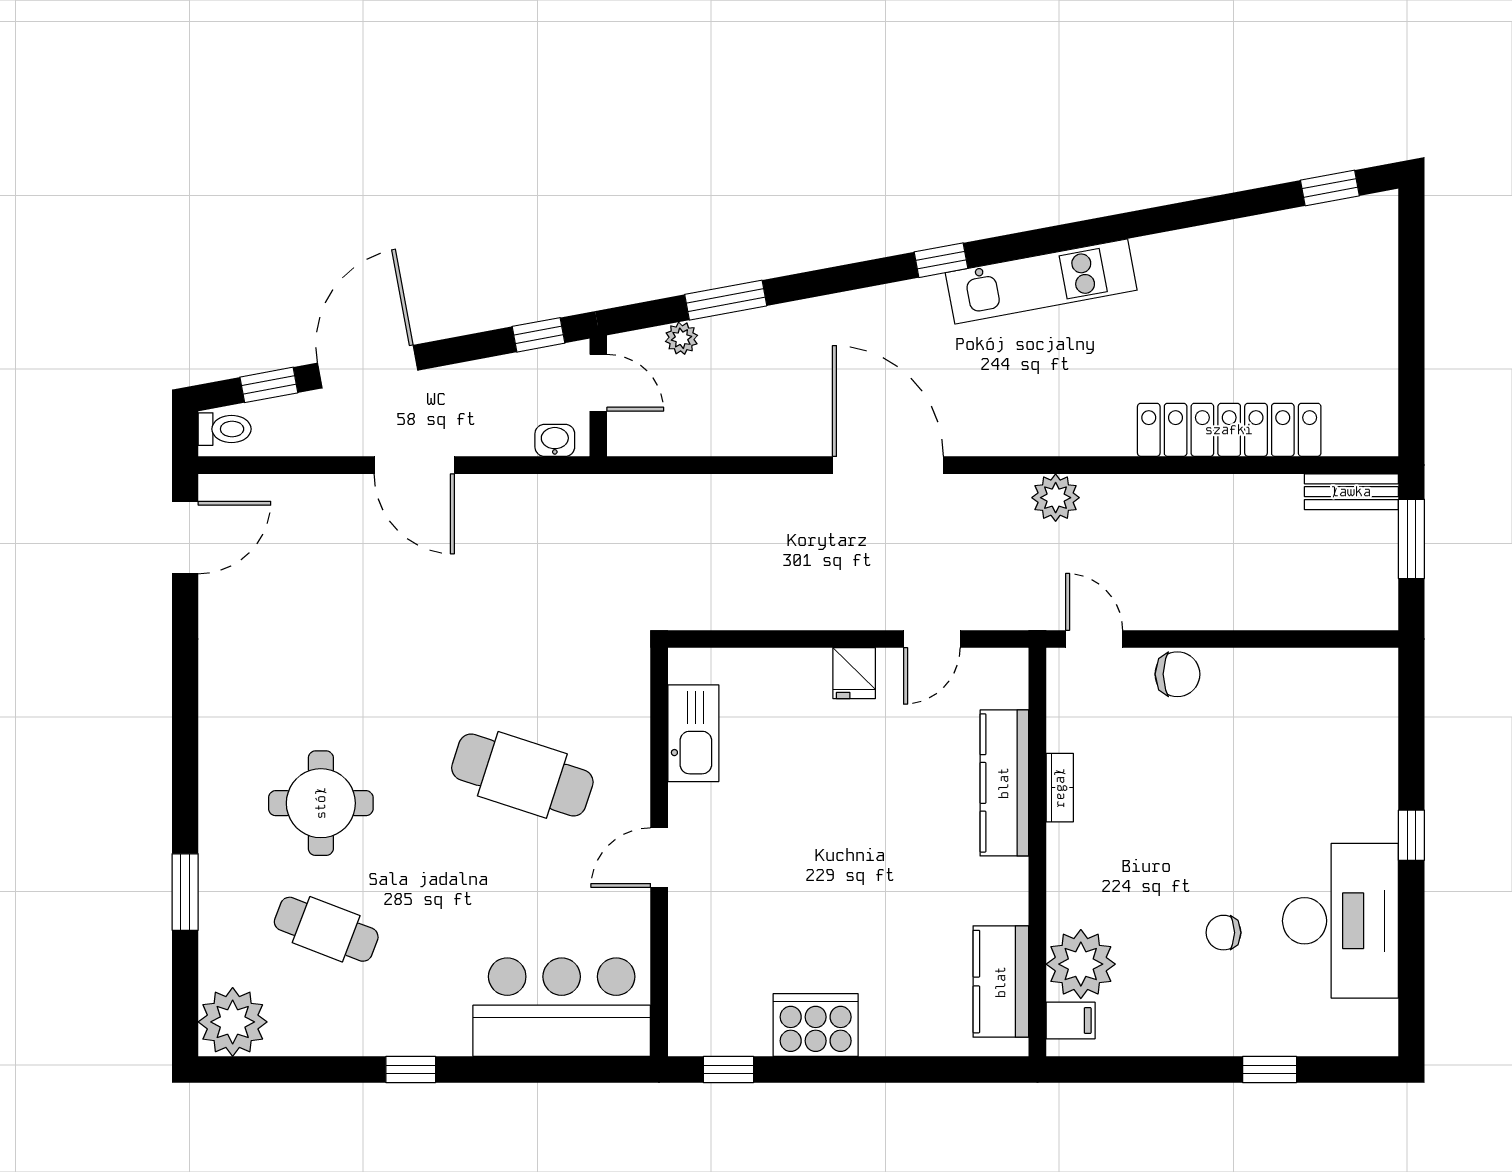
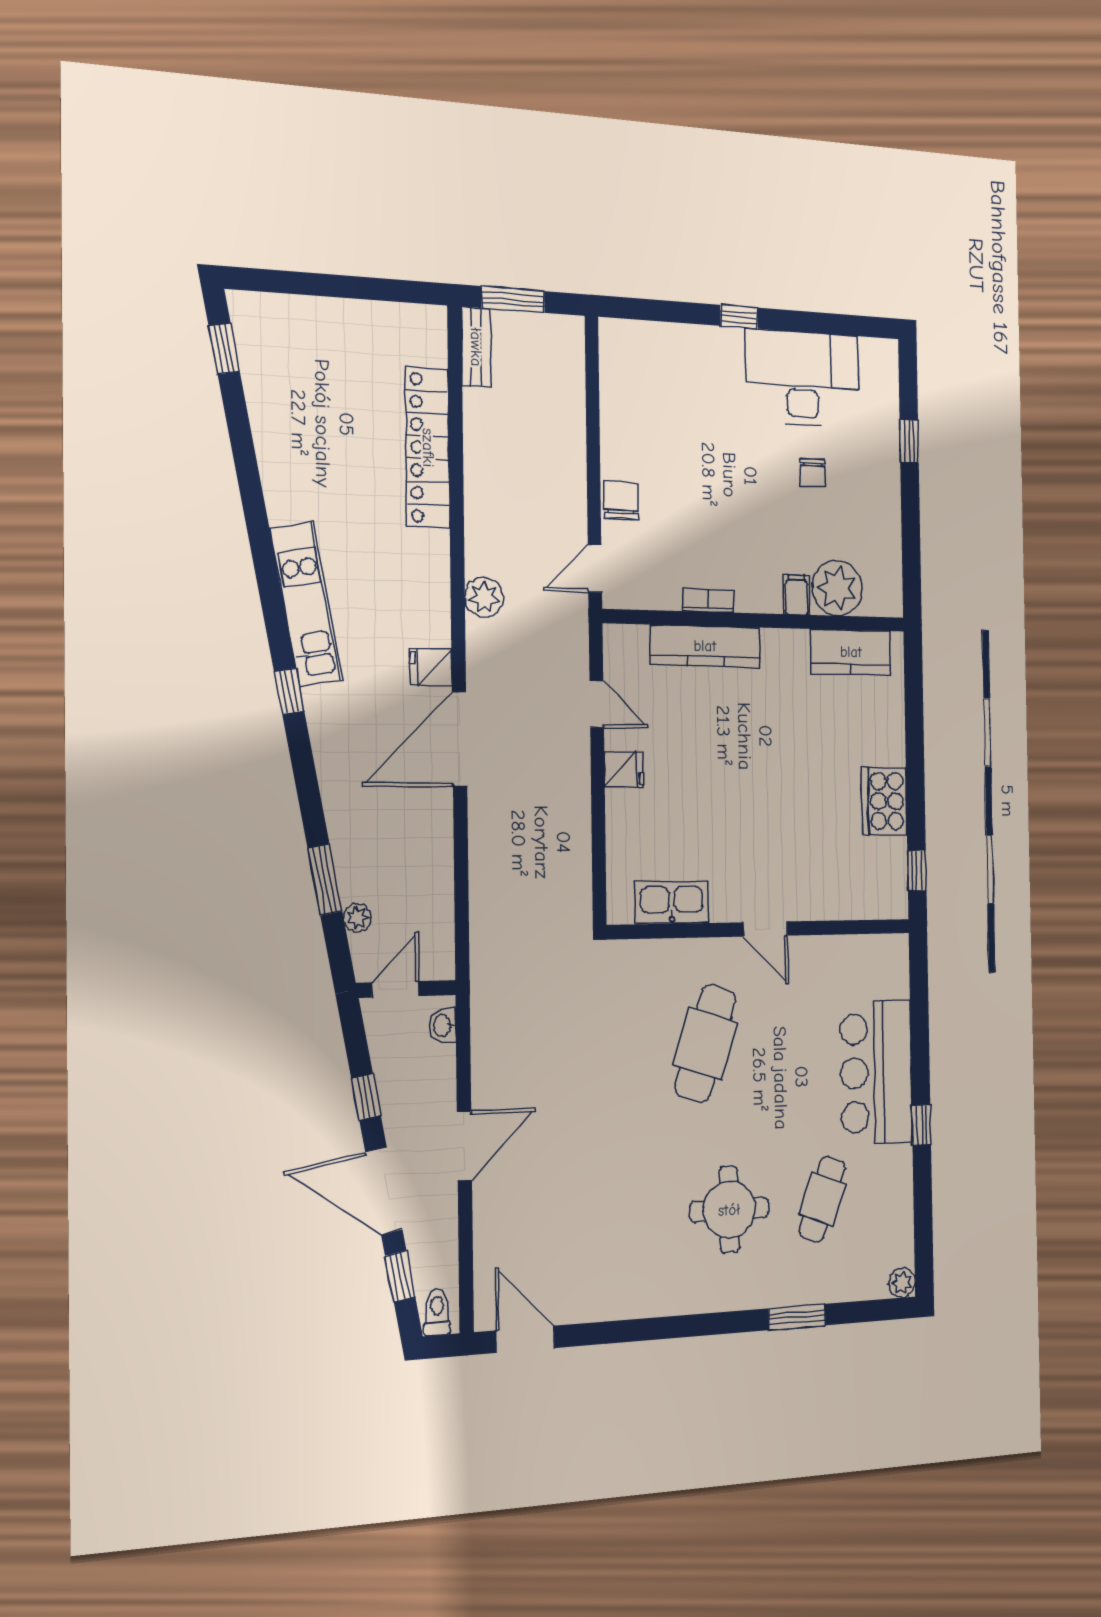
window: (539, 335) -> (366, 1097), moved
fridge: (972, 431) -> (431, 667), added
bar counter: (562, 1007) -> (876, 1072), moved
filing cabinet: (1071, 1021) -> (797, 595), moved
plant: (233, 1022) -> (902, 1283), width x0.53, depth x0.53

